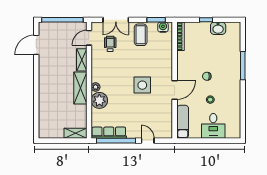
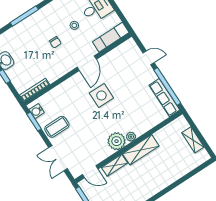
double door: (116, 20) -> (58, 158), swing flipped
wheelchair: (110, 44) -> (83, 149), removed
door: (175, 90) -> (87, 63), swing flipped
plant: (99, 100) -> (117, 141), moved
shelving: (76, 133) -> (193, 140), moved
door: (148, 141) -> (149, 58), swing flipped

